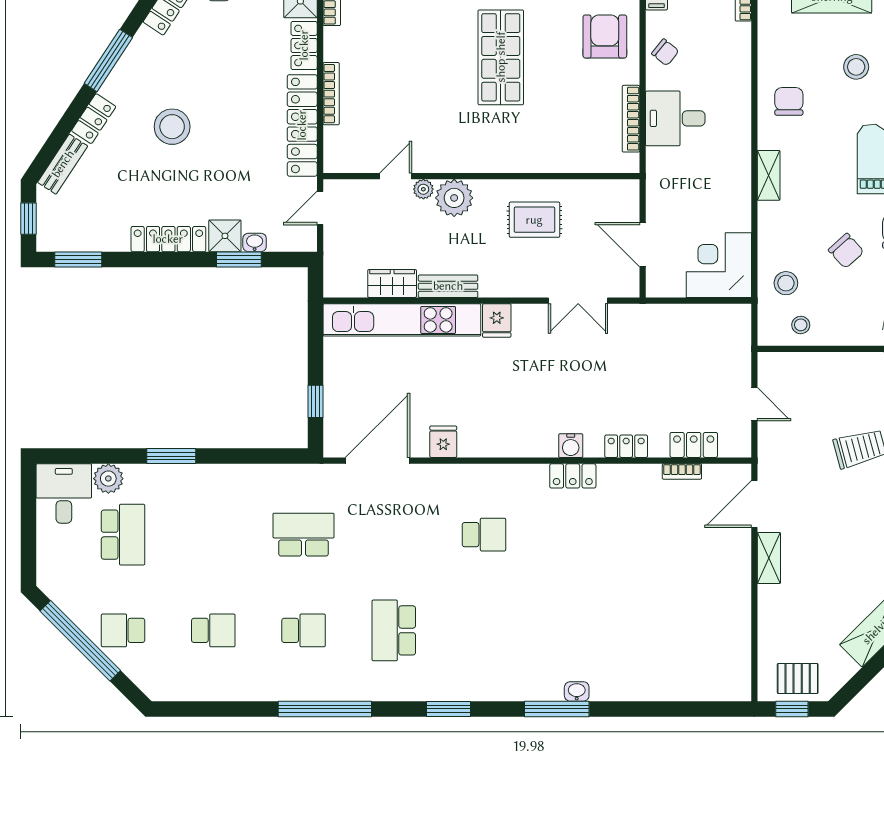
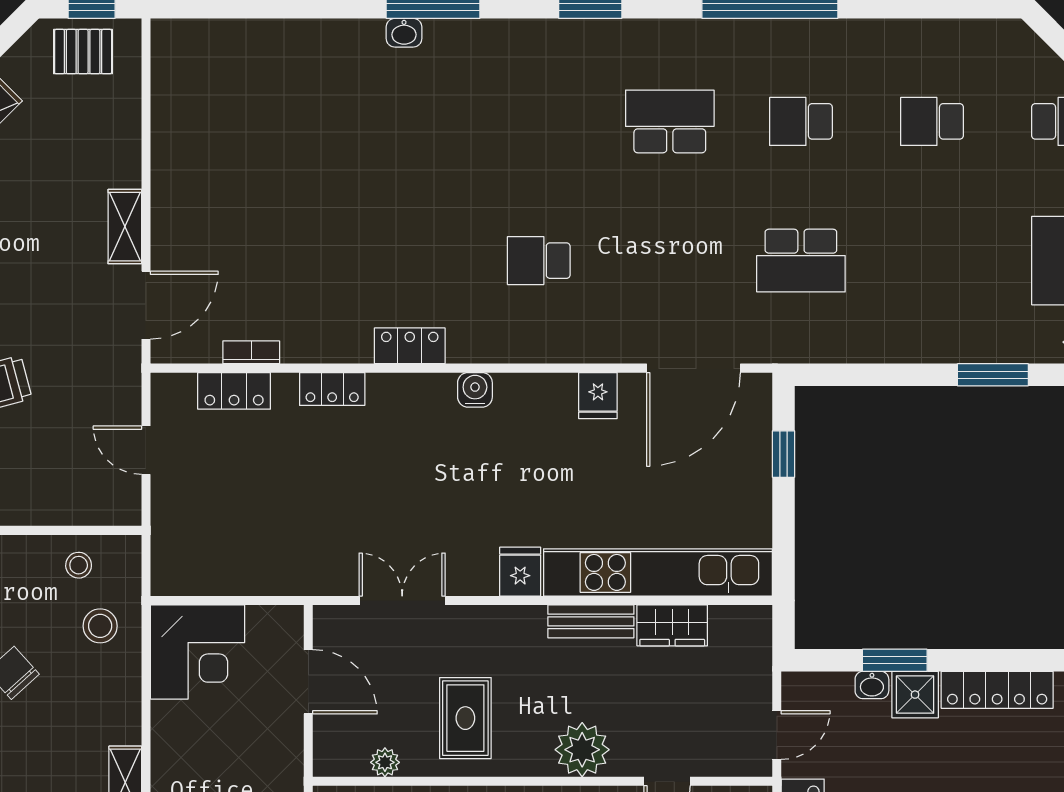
plant: (423, 189) -> (385, 762), moved
rug: (534, 220) -> (465, 718), turned 90
water cooler: (571, 446) -> (475, 390), moved
school desk: (394, 630) -> (670, 121), turned -90

